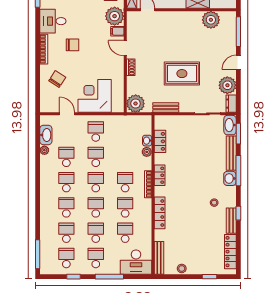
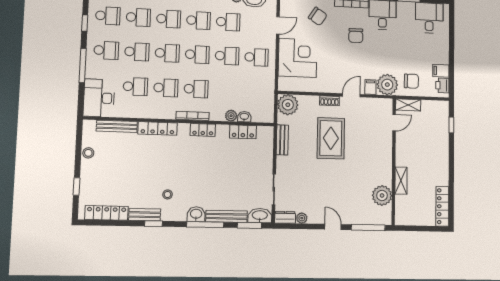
rug: (182, 74) -> (331, 138), moved
plant: (227, 85) -> (302, 218), width x0.53, depth x0.53
bench: (159, 258) -> (117, 126), moved

